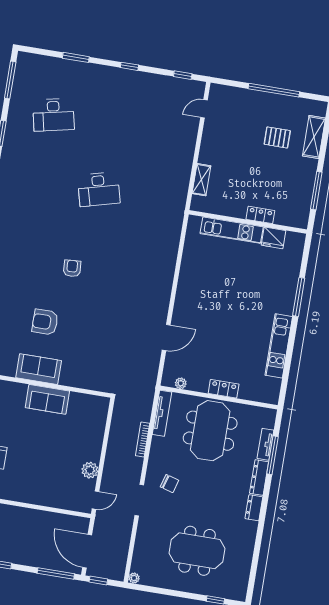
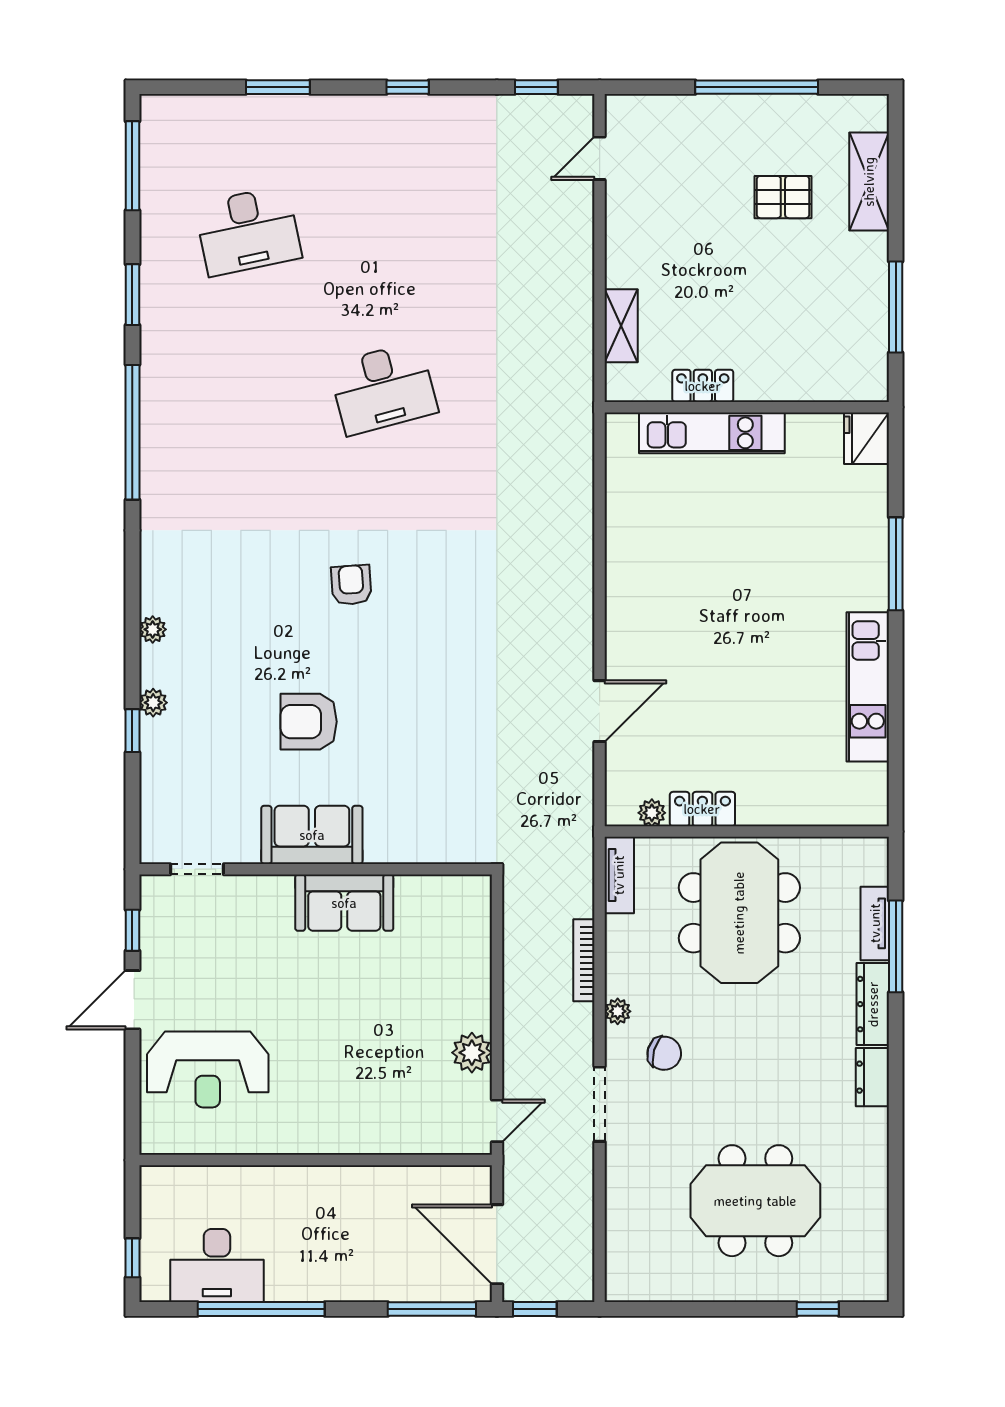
locker: (260, 215) -> (703, 386), moved
fridge: (273, 238) -> (866, 438), moved, turned 90
locker: (224, 389) -> (702, 809), moved
tv unit: (162, 413) -> (619, 875), width x0.71
plant: (134, 578) -> (618, 1011), moved

